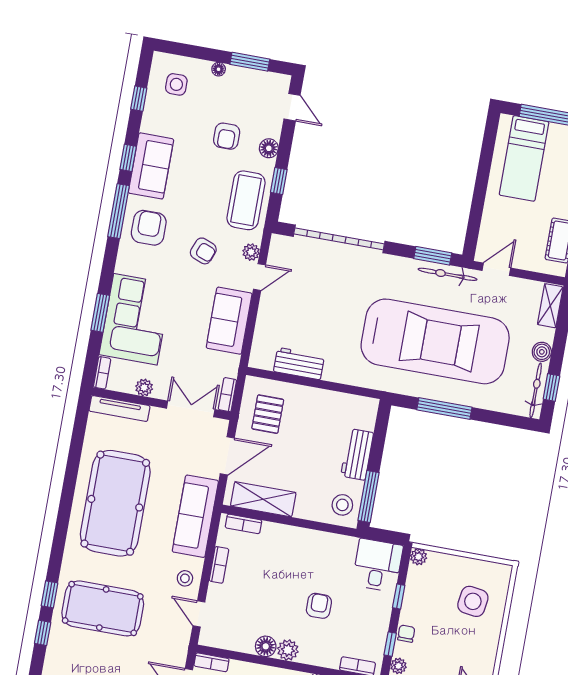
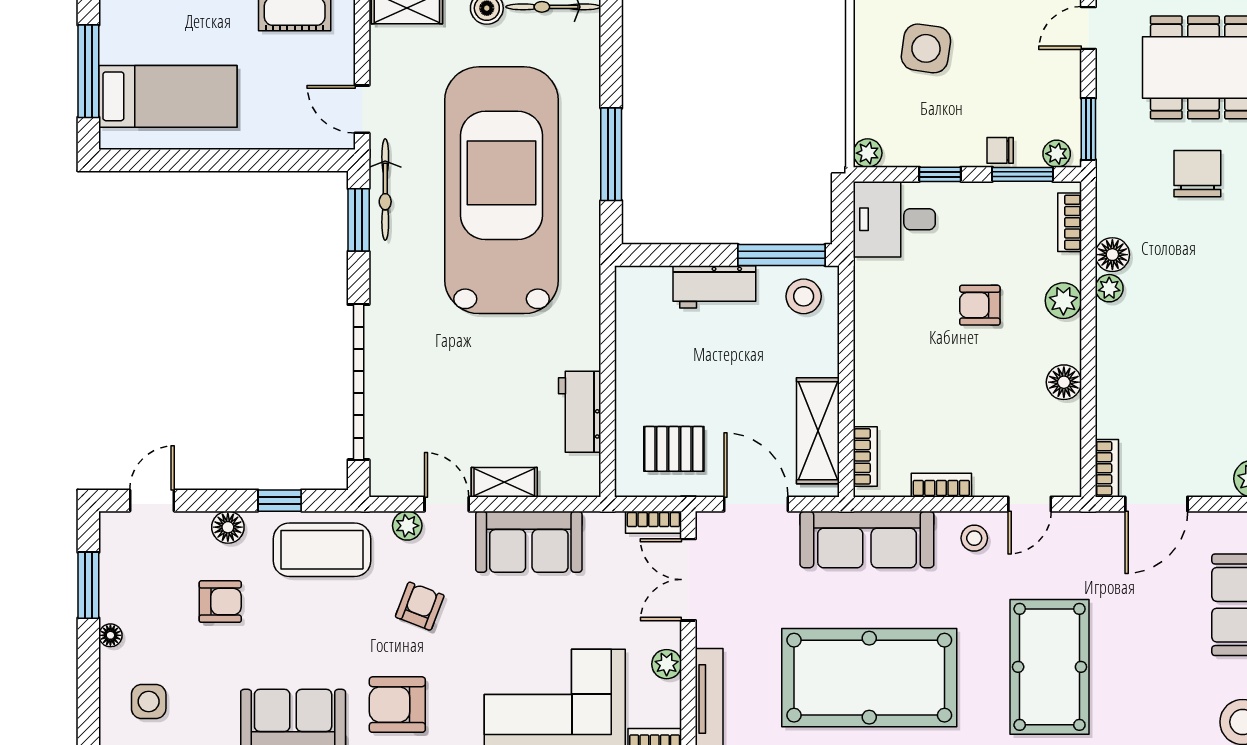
shelving: (266, 313) -> (504, 482), added
window: (390, 644) -> (1022, 174), width x1.50
plant: (288, 650) -> (1063, 301), moved

